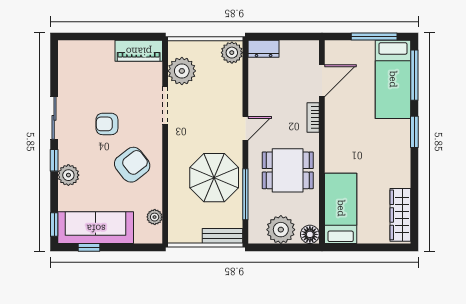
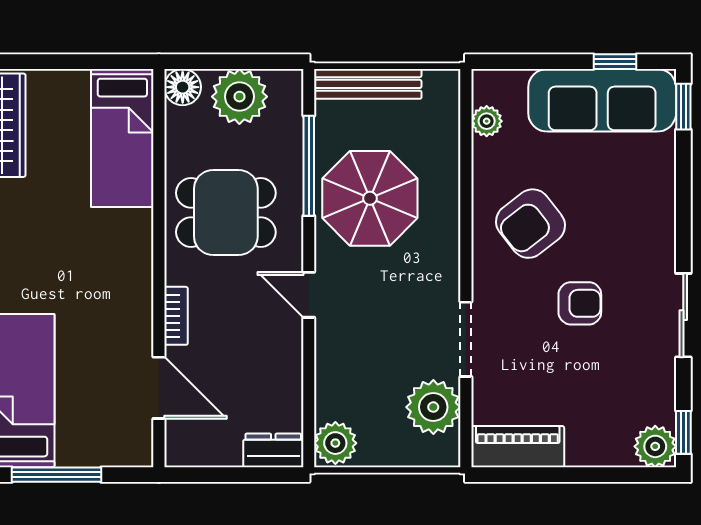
door: (322, 81) -> (159, 388), swing flipped
door: (245, 128) -> (309, 295), hinge flipped
window: (54, 160) -> (683, 432), moved
plant: (68, 175) -> (655, 446), moved
bench: (223, 236) -> (368, 84), width x1.36

